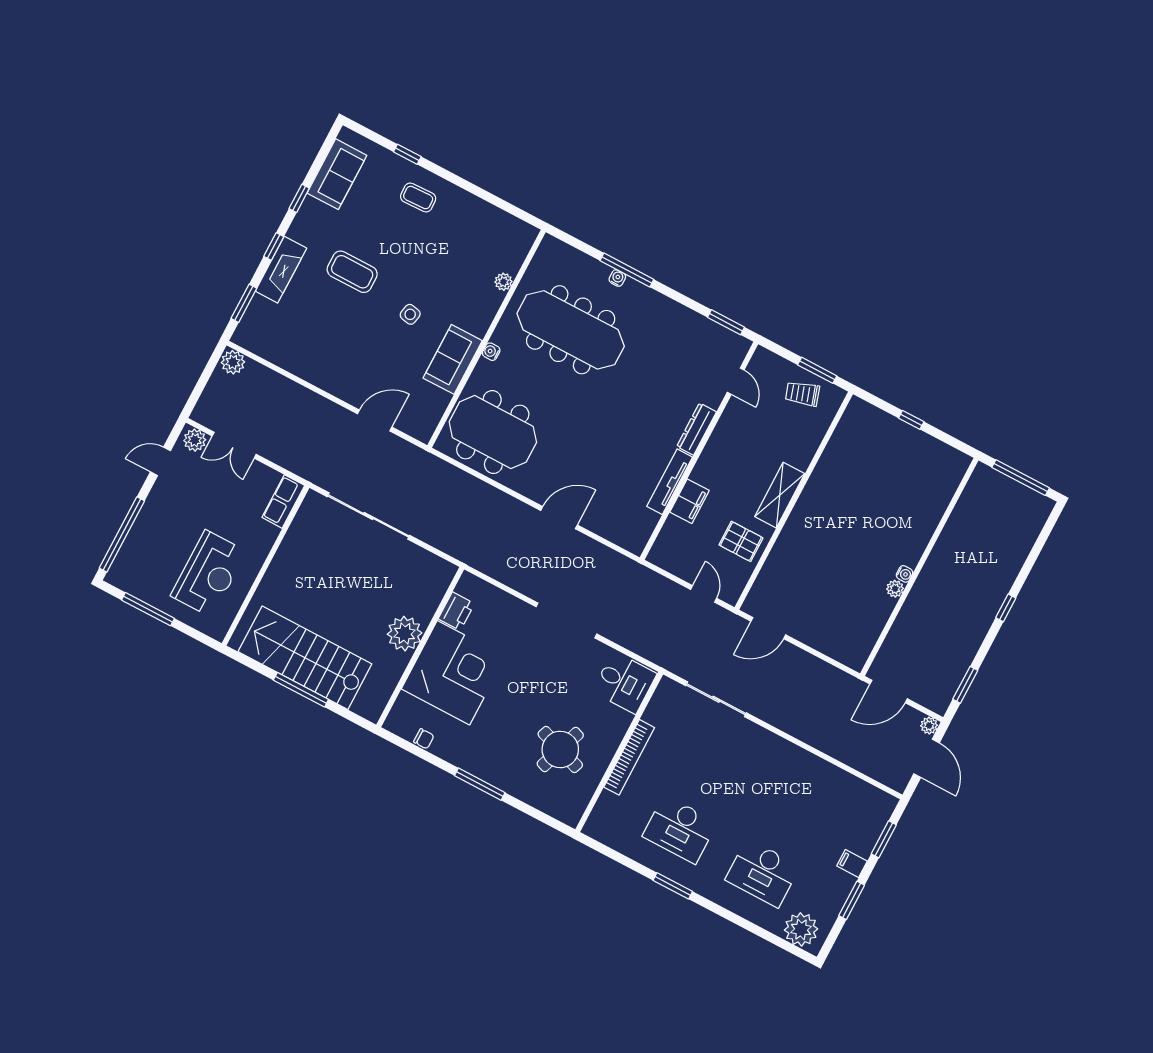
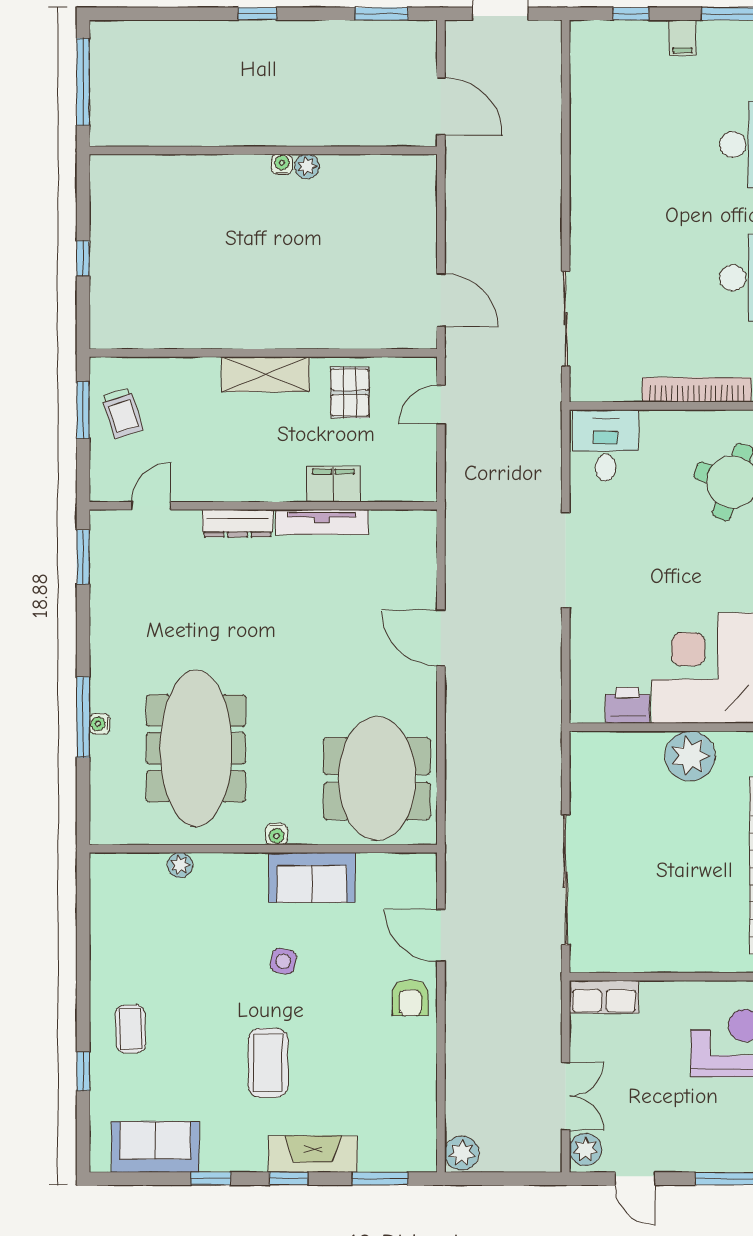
armchair: (346, 381) -> (410, 998), added
plant: (929, 726) -> (457, 32), removed
window: (884, 839) -> (631, 14), width x0.67

